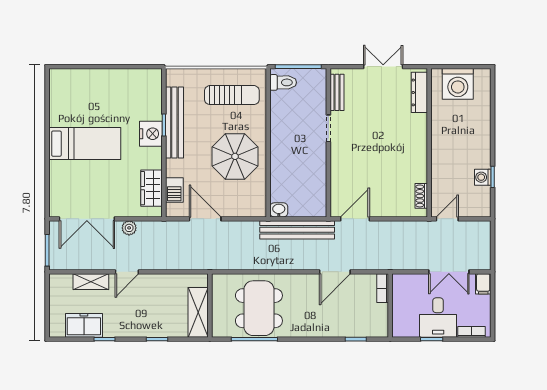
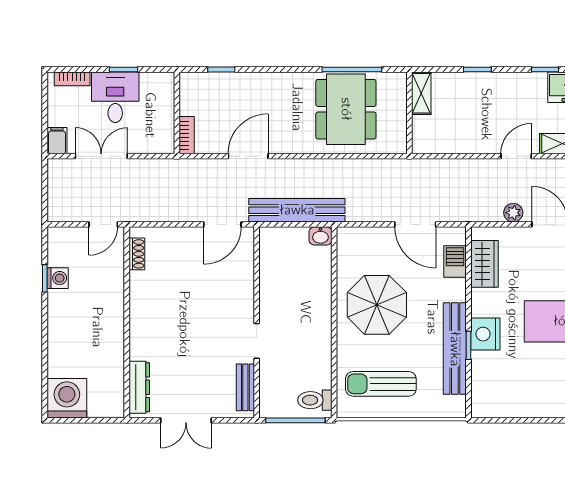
washing machine: (458, 84) -> (67, 398), moved
shelving: (198, 312) -> (421, 93), width x0.67, depth x0.75

